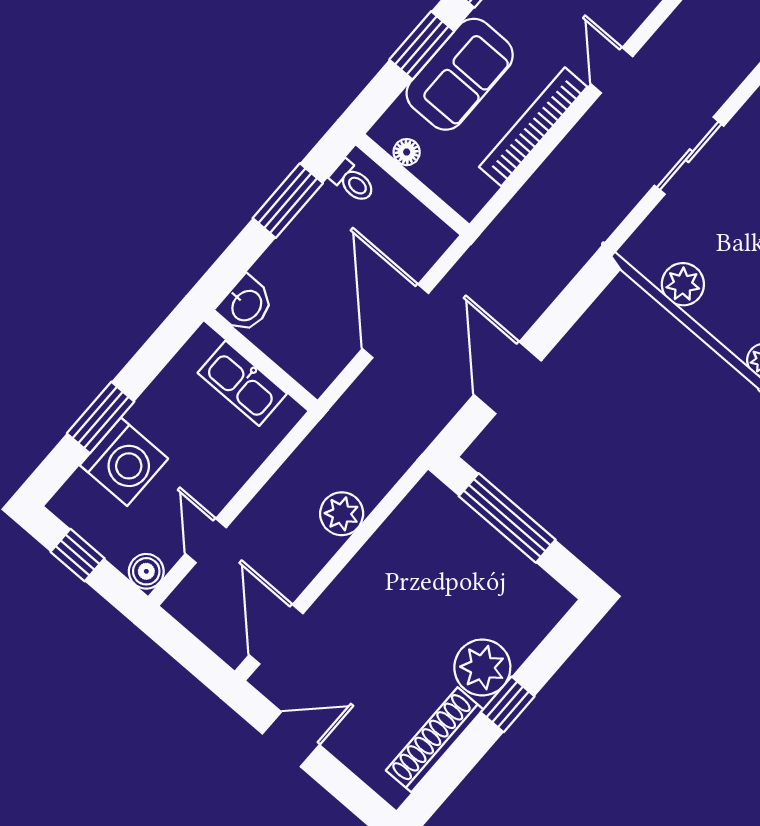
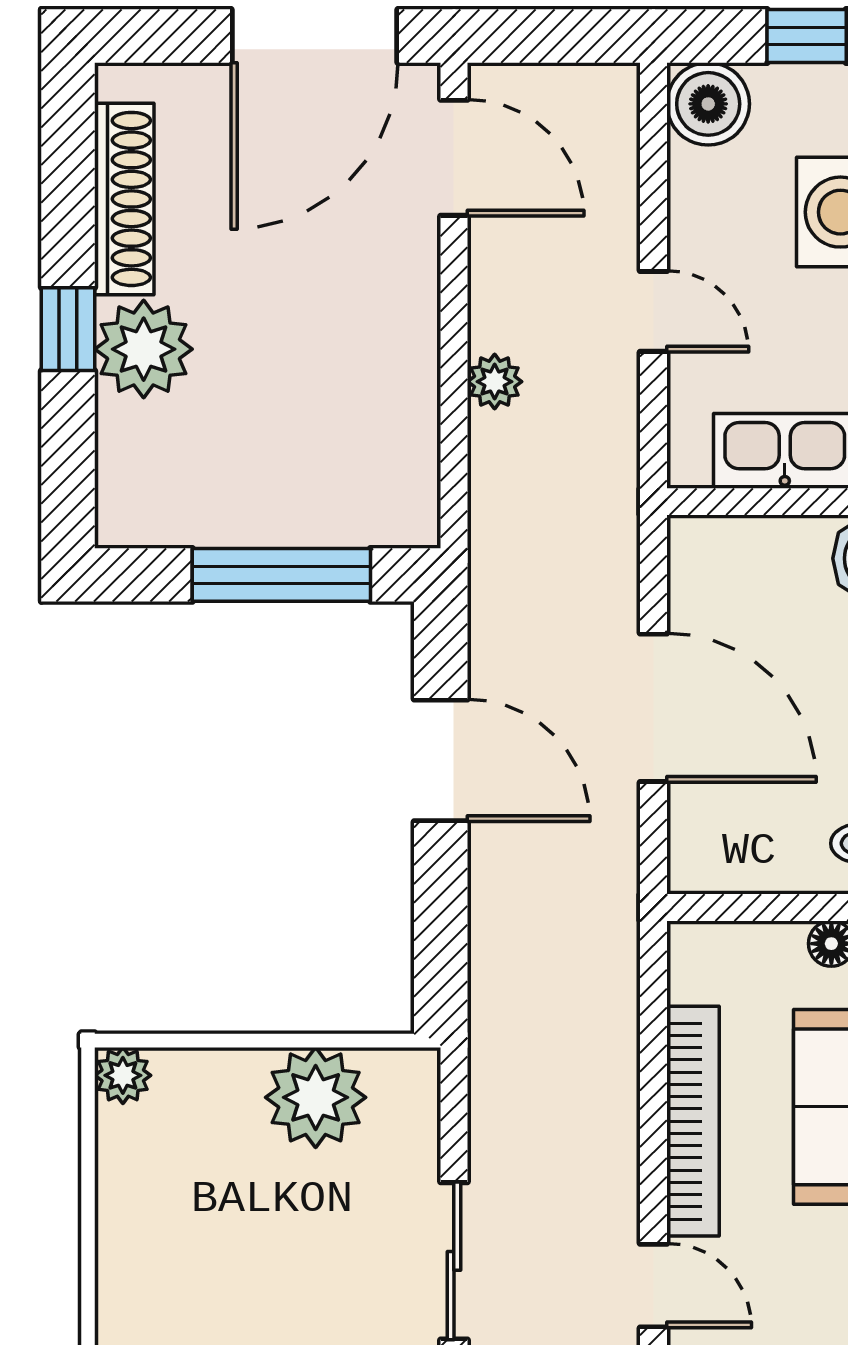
plant: (683, 284) -> (316, 1097), width x1.36, depth x1.36
plant: (342, 514) -> (495, 382), width x0.73, depth x0.73
door: (206, 541) -> (654, 311), moved
boiler: (146, 571) -> (708, 104), width x1.36, depth x1.36
door: (291, 739) -> (315, 36), width x1.87

